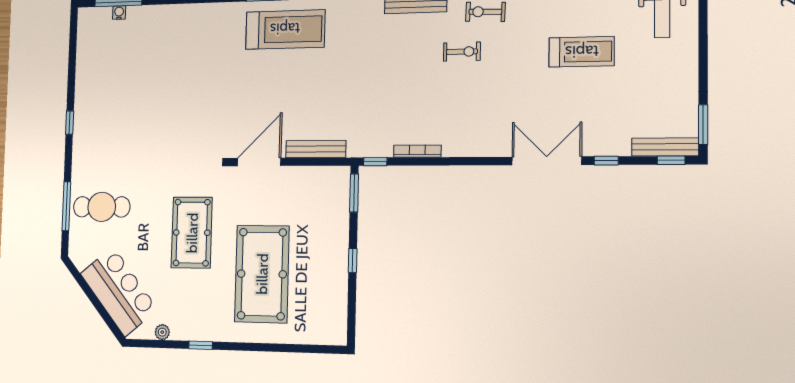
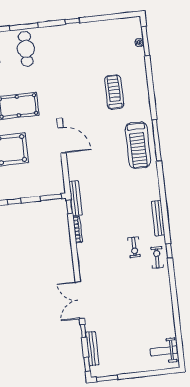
treadmill: (582, 52) -> (114, 92), moved, turned 180
bench: (665, 147) -> (92, 349), moved
bench: (316, 149) -> (76, 198), moved
double door: (547, 161) -> (80, 300), swing flipped

